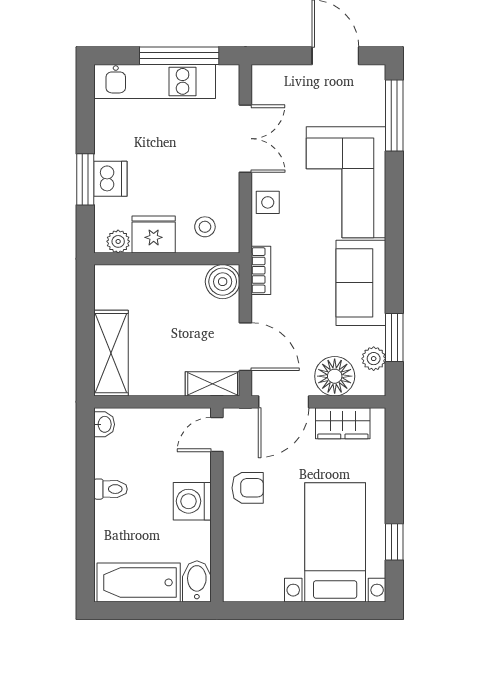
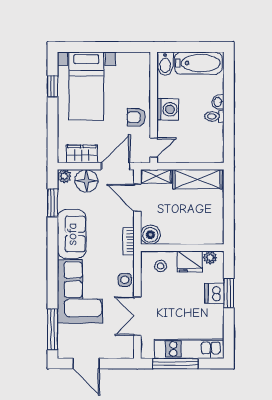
shelving: (111, 353) -> (197, 179), moved, turned 90
plant: (374, 359) -> (64, 176), moved
washbasin: (104, 424) -> (218, 102), moved

